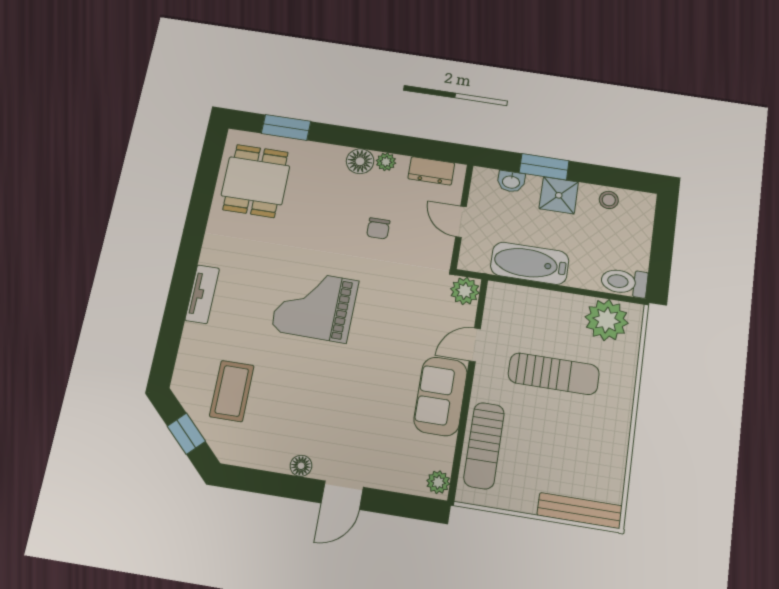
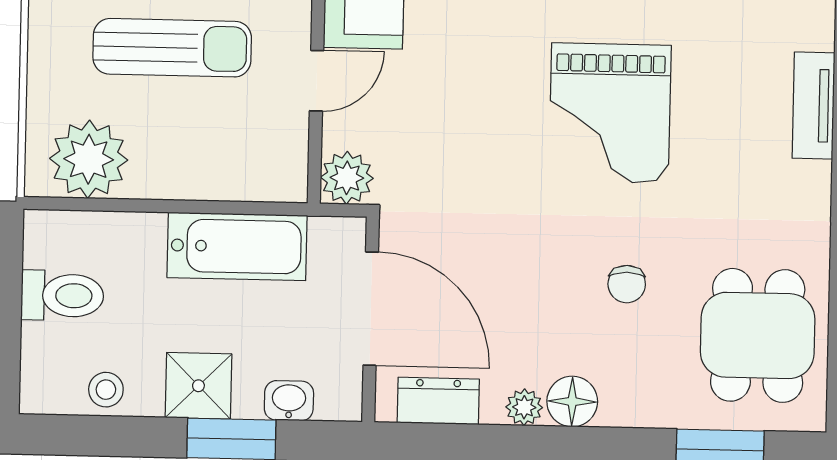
door: (461, 222) -> (371, 309), width x1.88
chair: (378, 228) -> (627, 284), moved, turned 180
toilet: (624, 282) -> (62, 295), moved
grand piano: (315, 305) -> (610, 113), turned 89
sun lounger: (554, 374) -> (172, 48), turned 180

